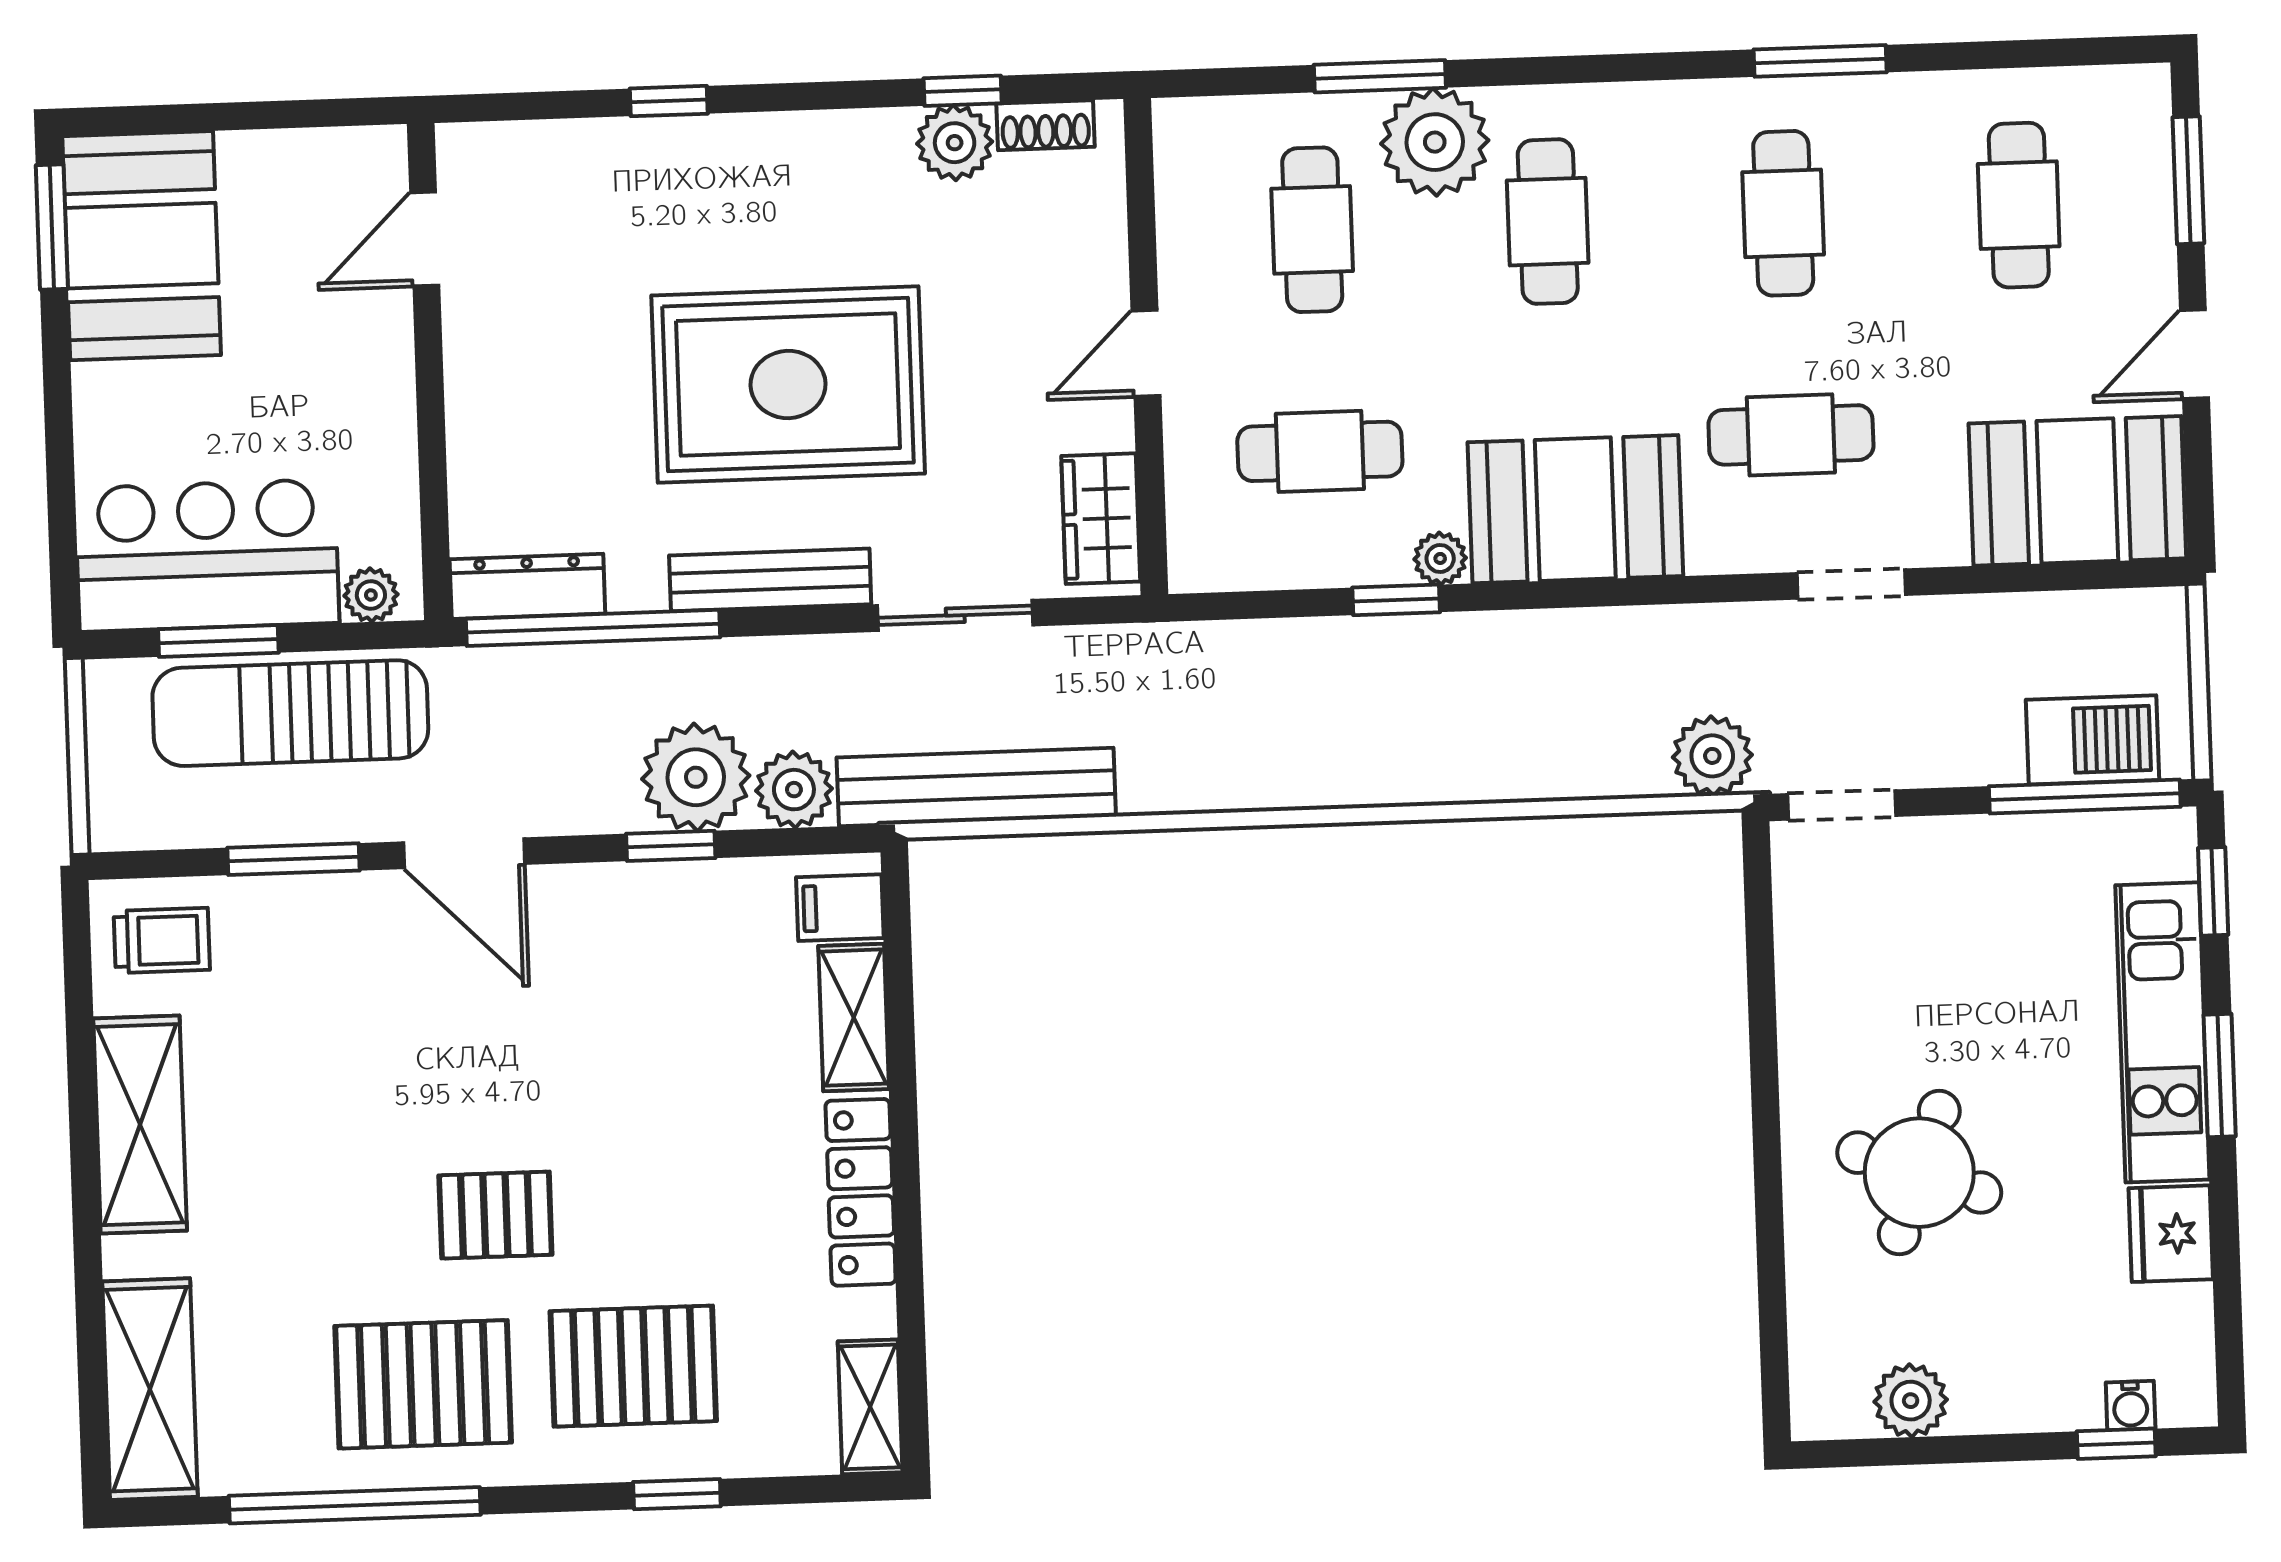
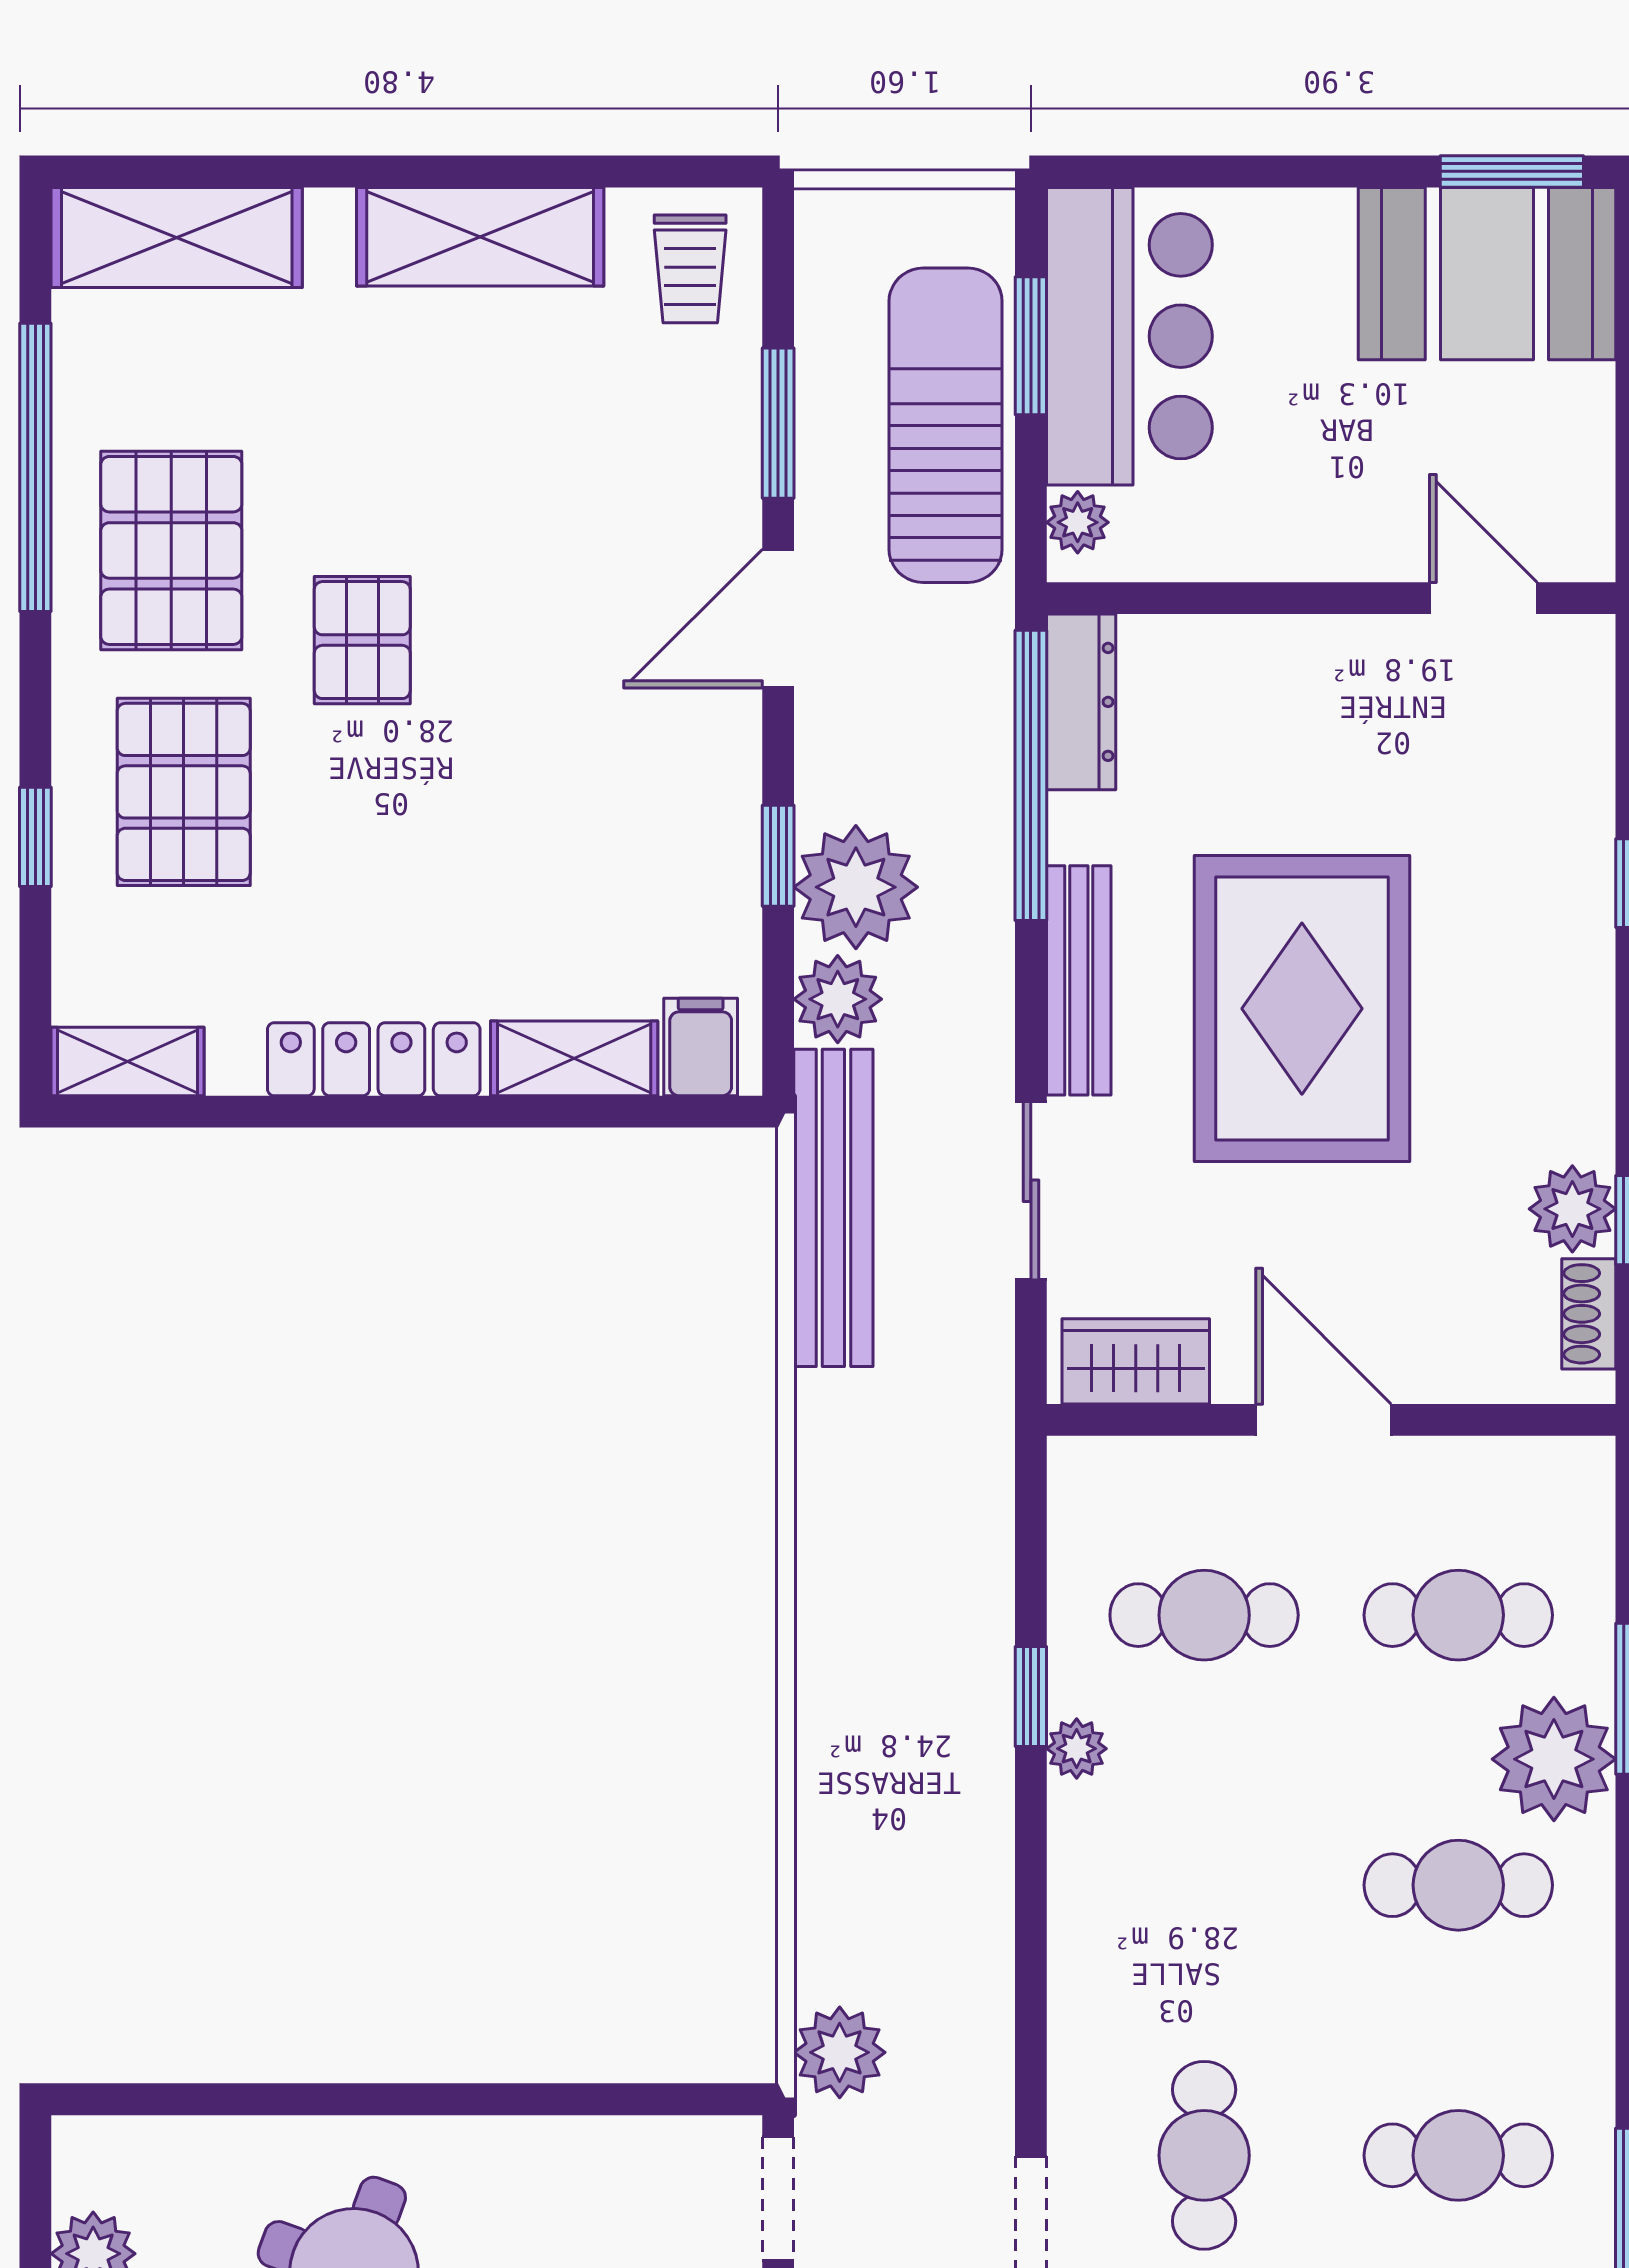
door: (1146, 353) -> (1323, 1420), width x1.38
cafe table: (1320, 451) -> (1204, 1615), turned 90
booth: (1575, 509) -> (1128, 1905), removed

